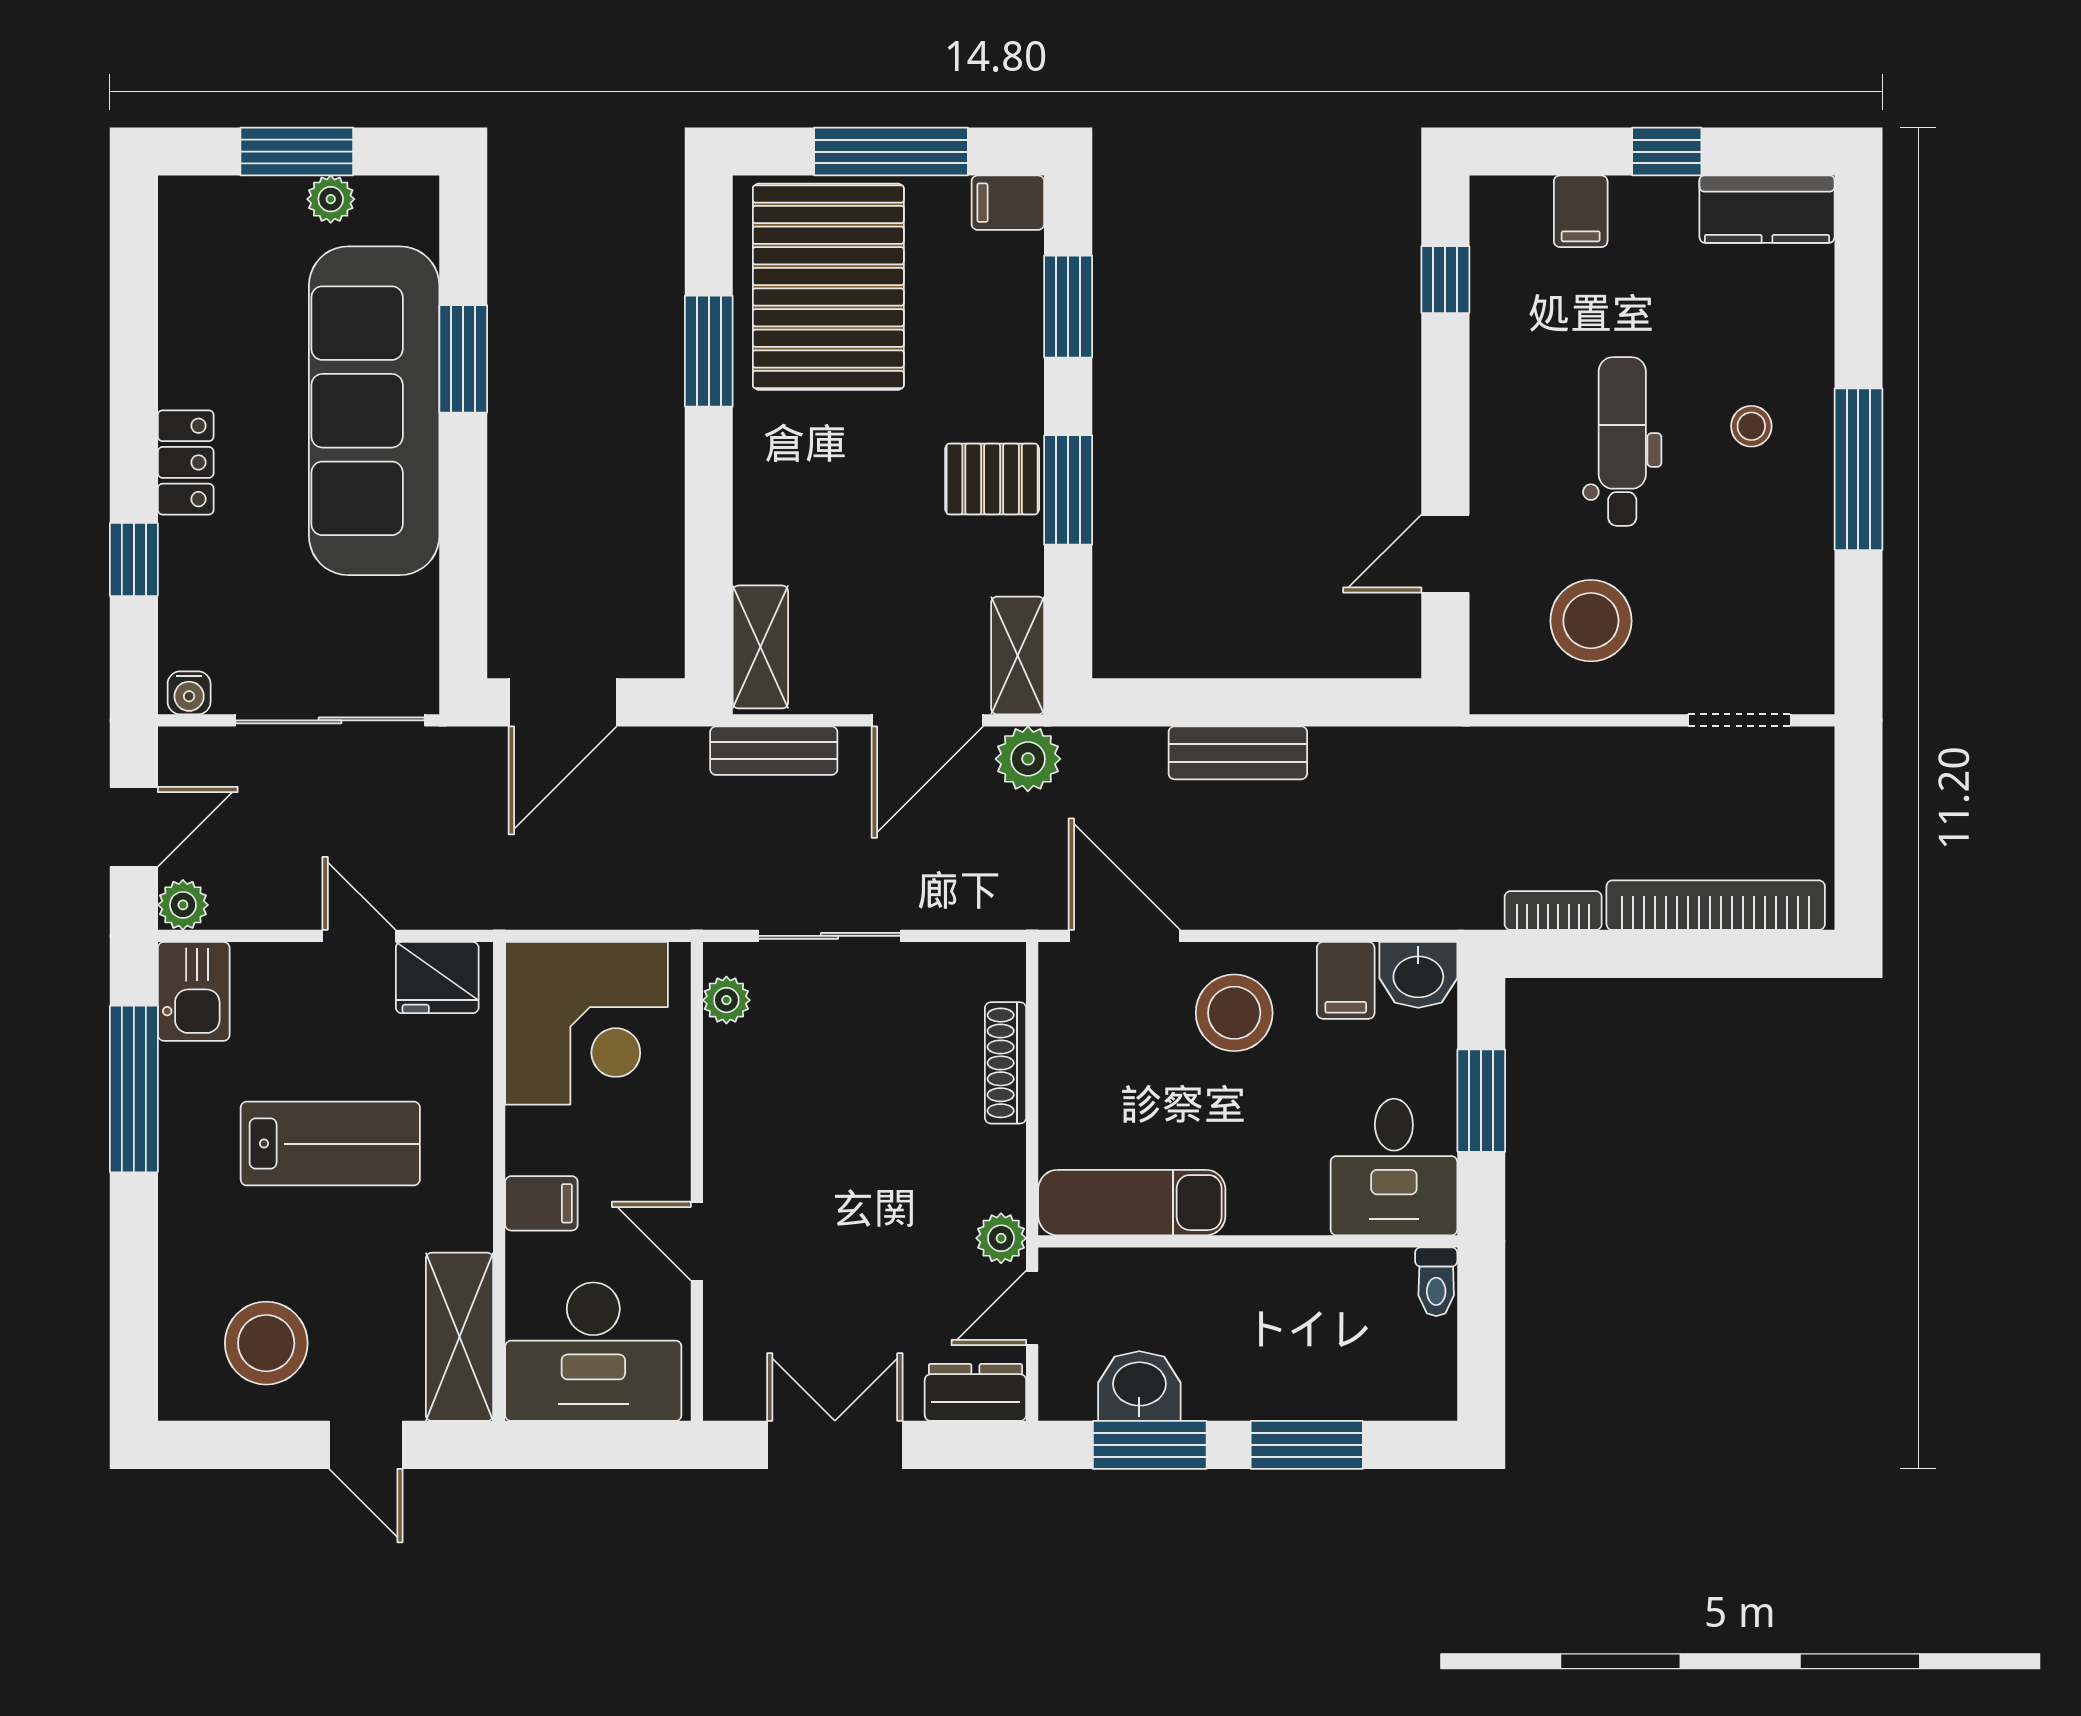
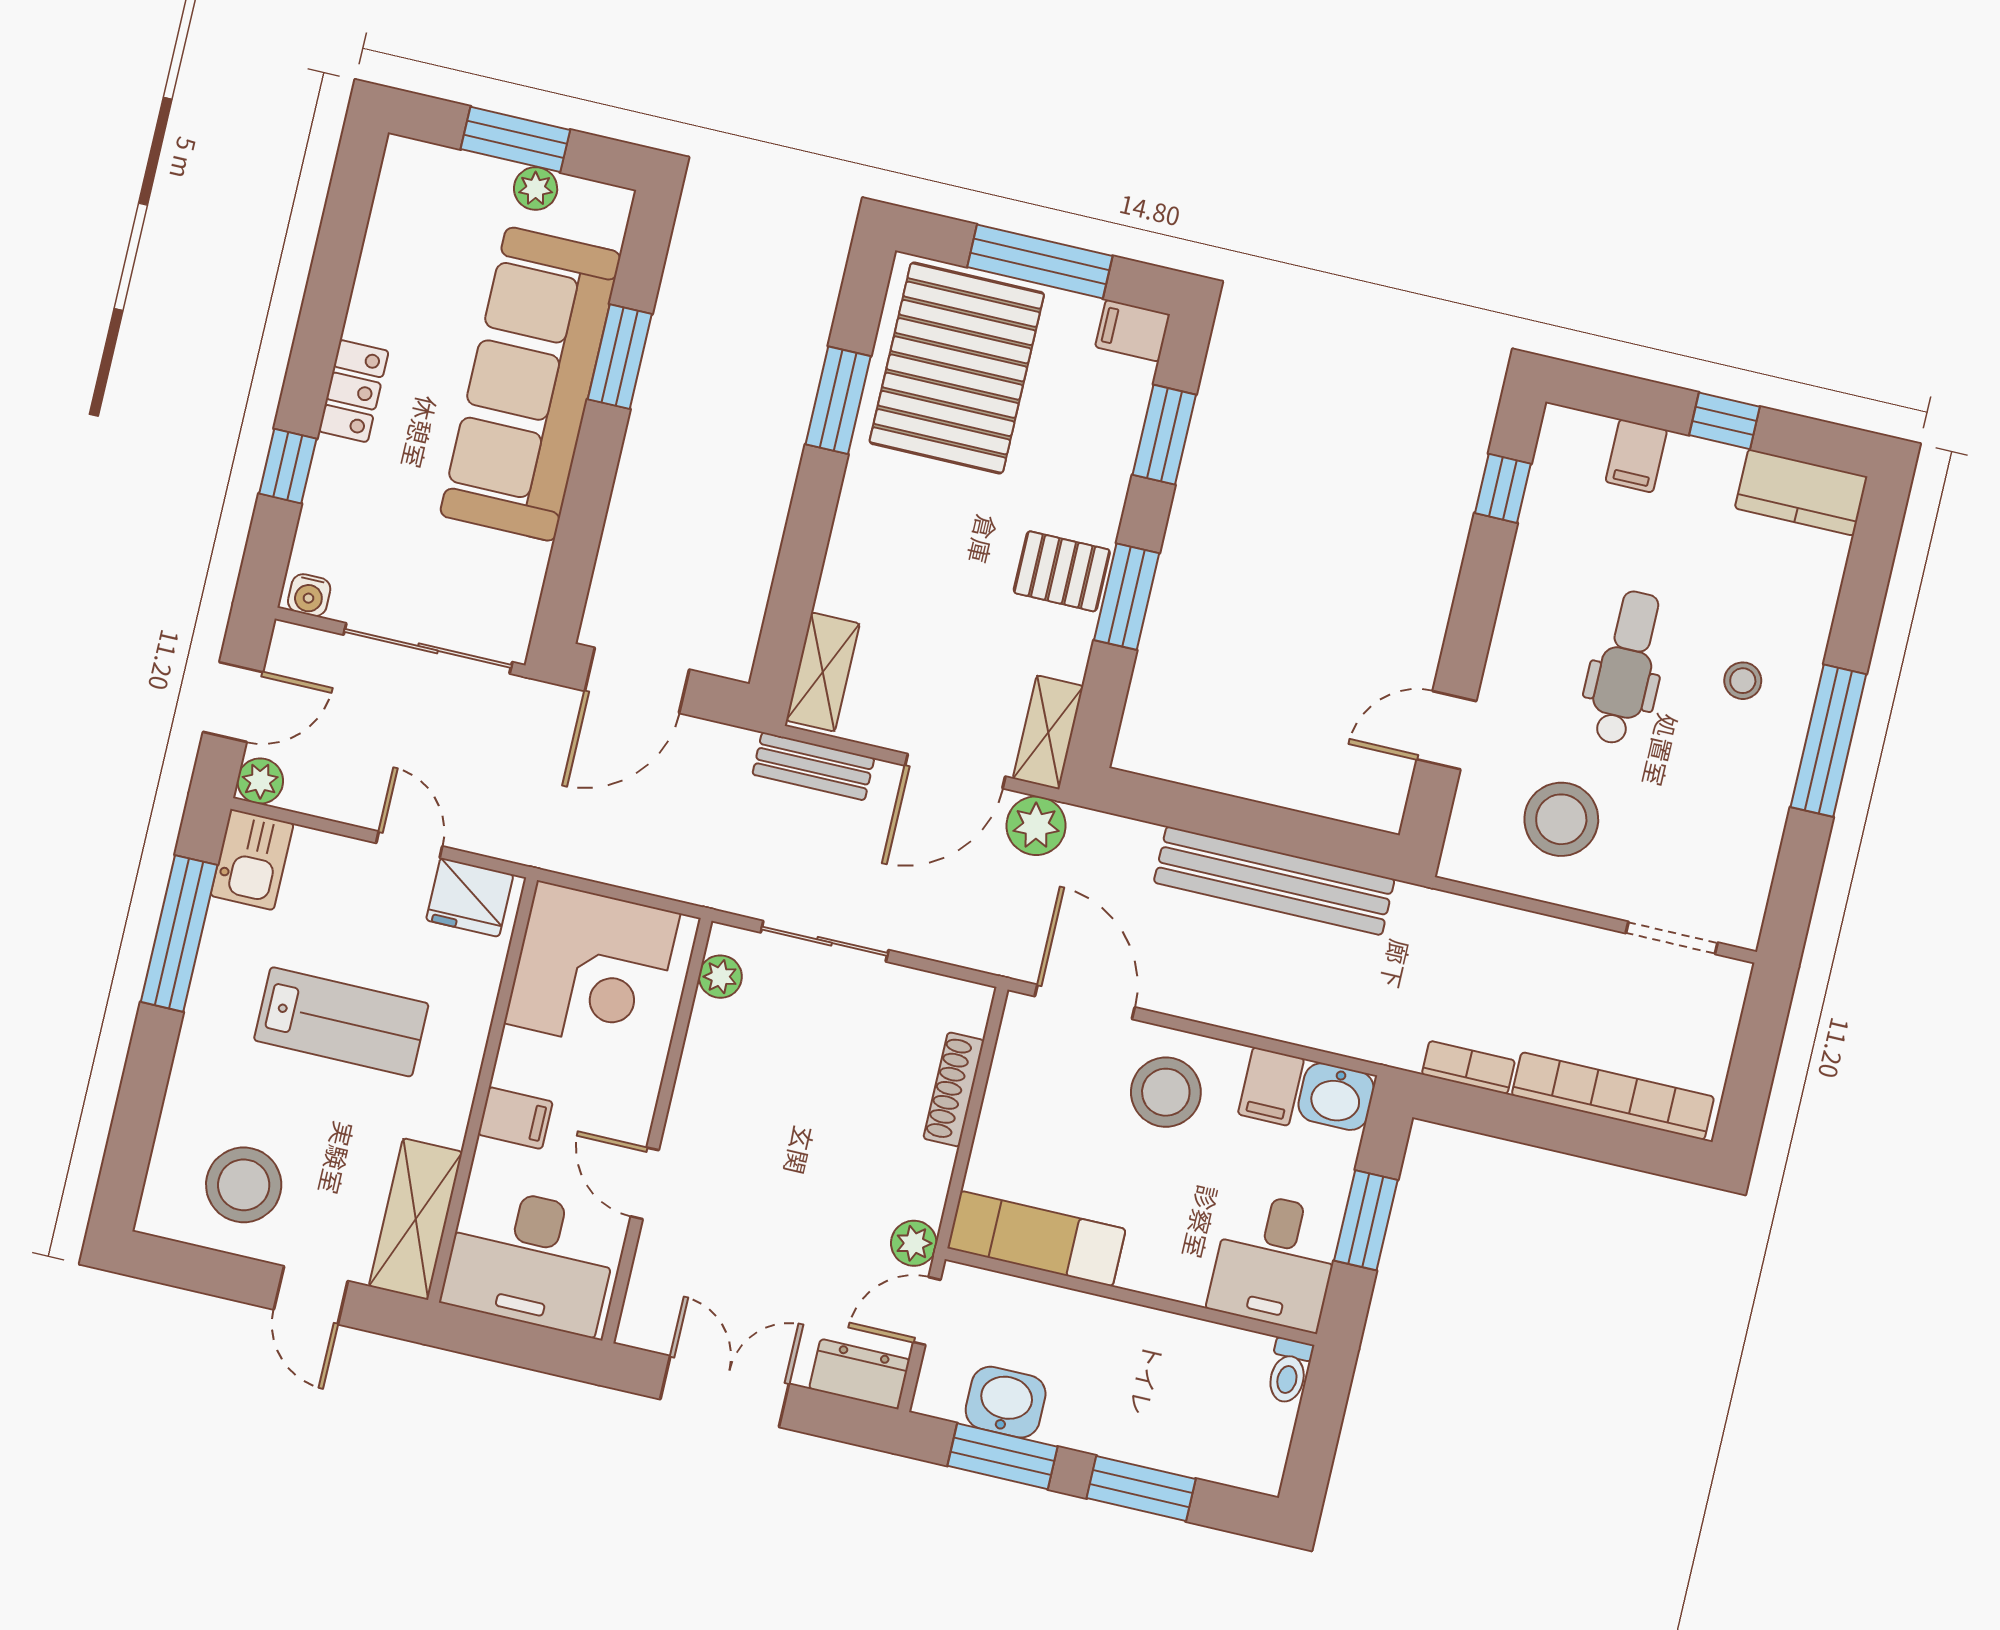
bench: (1238, 753) -> (1274, 881), width x1.86, depth x1.21

